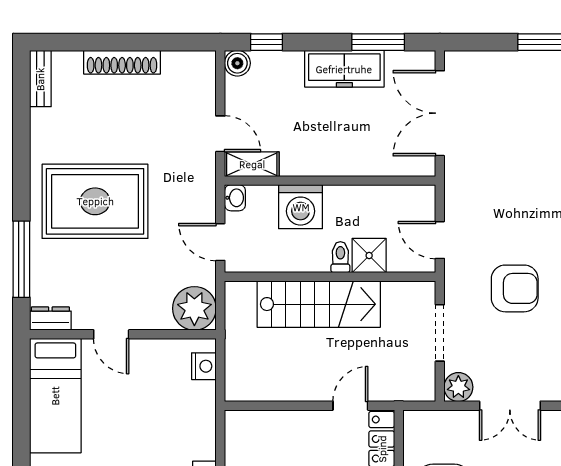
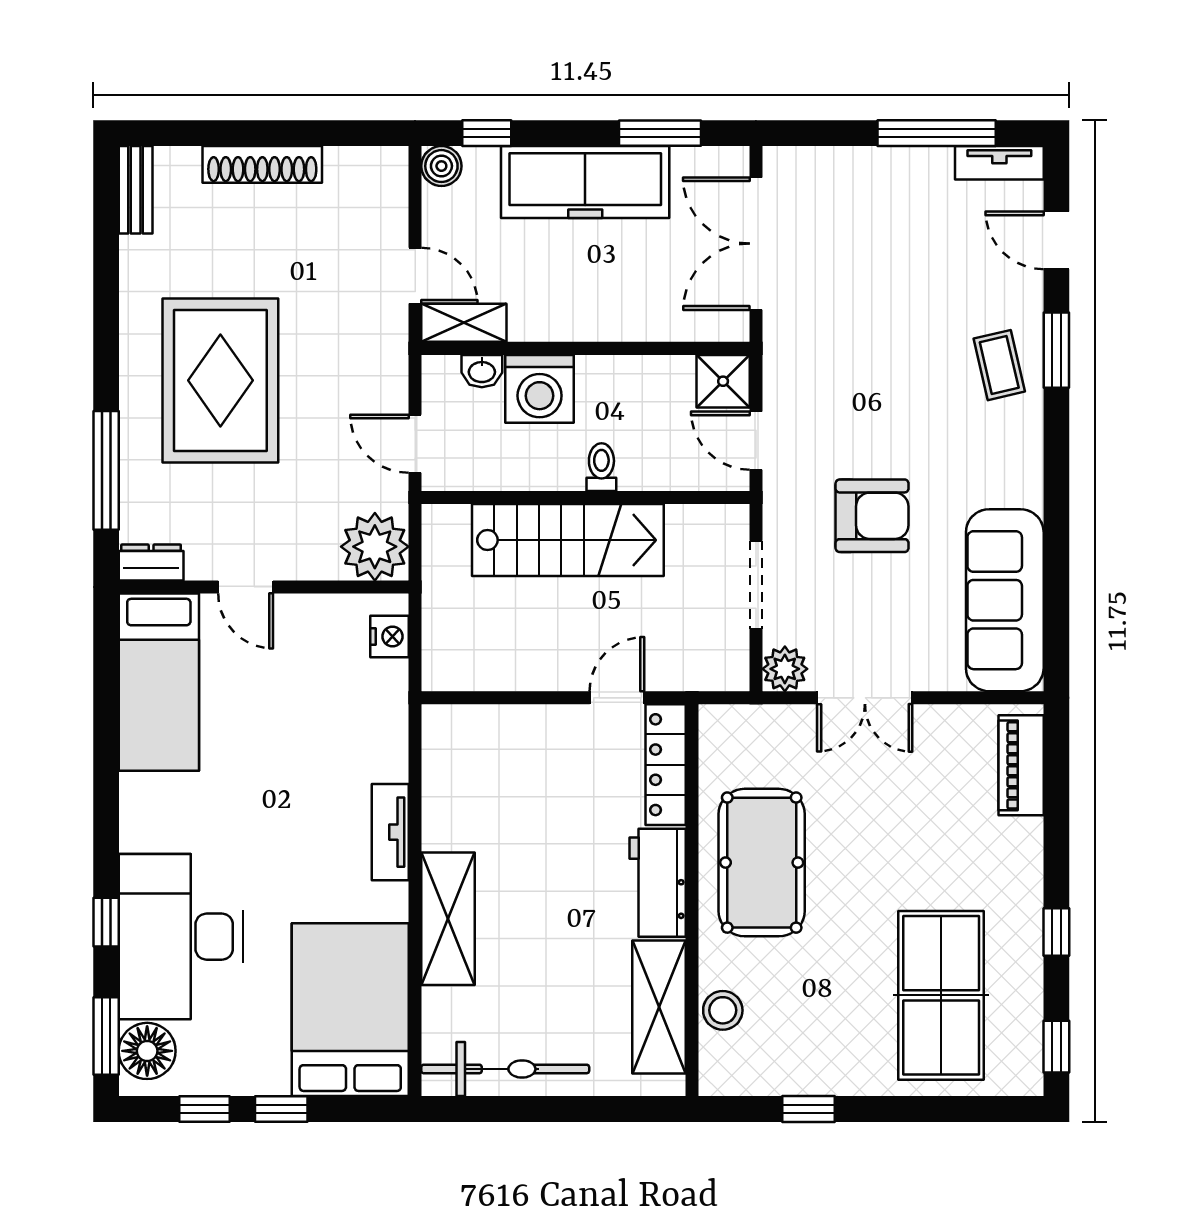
freezer: (344, 69) -> (585, 182), width x1.36, depth x1.26
washbasin: (235, 198) -> (482, 371), moved, turned 90
rug: (95, 201) -> (220, 380), turned 90
shower: (369, 256) -> (723, 381), moved

